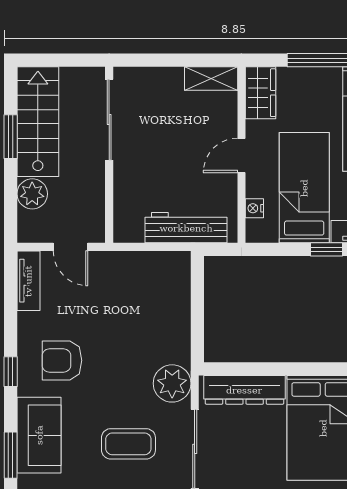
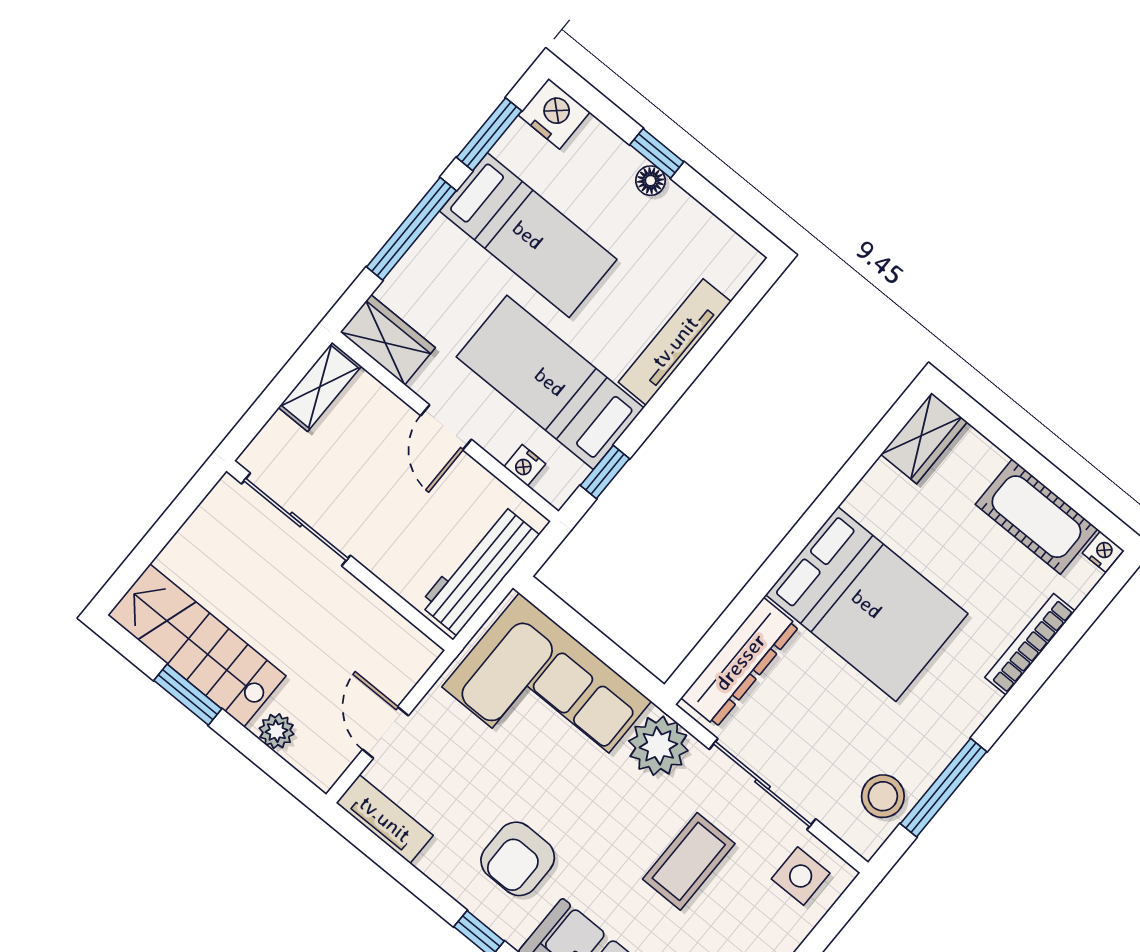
sliding door: (109, 120) -> (296, 520), moved
wall: (109, 155) -> (340, 555), moved
plant: (32, 194) -> (276, 731), width x0.73, depth x0.73
door: (71, 247) -> (385, 733), swing flipped
window: (326, 249) -> (605, 472), moved
corner sofa: (153, 309) -> (547, 694), added

